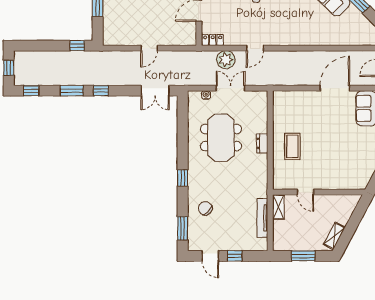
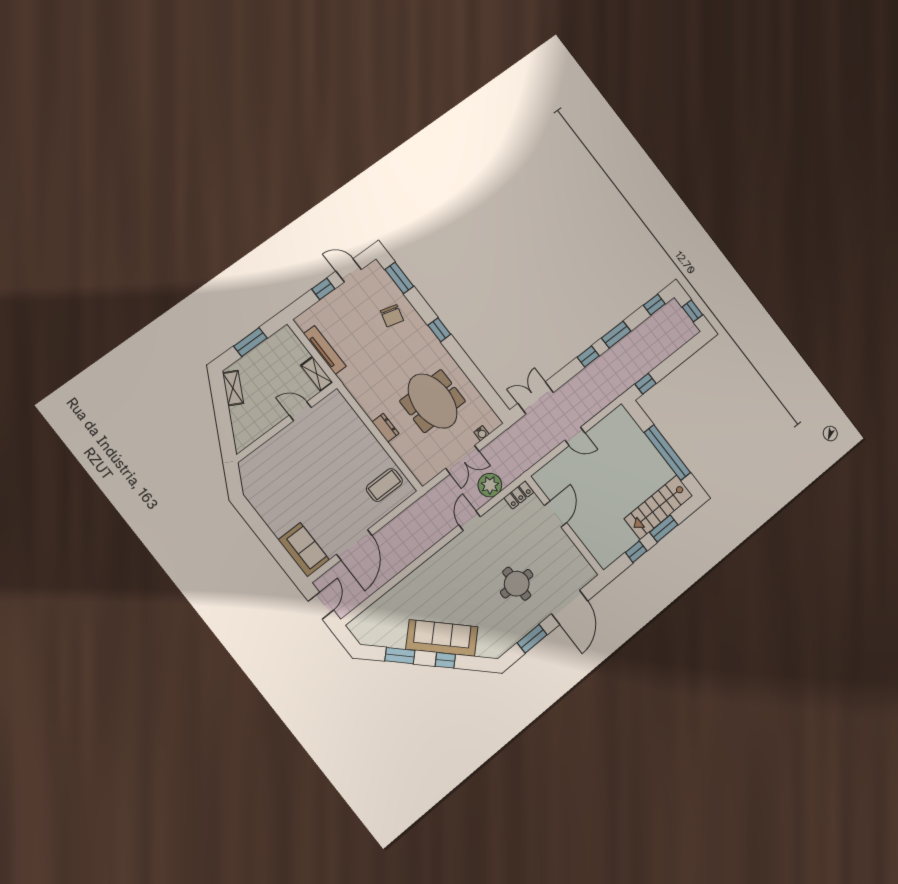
door: (149, 48) -> (575, 436), swing flipped
coffee table: (292, 147) -> (384, 485), moved, turned 90
chair: (205, 208) -> (392, 316), turned 62

